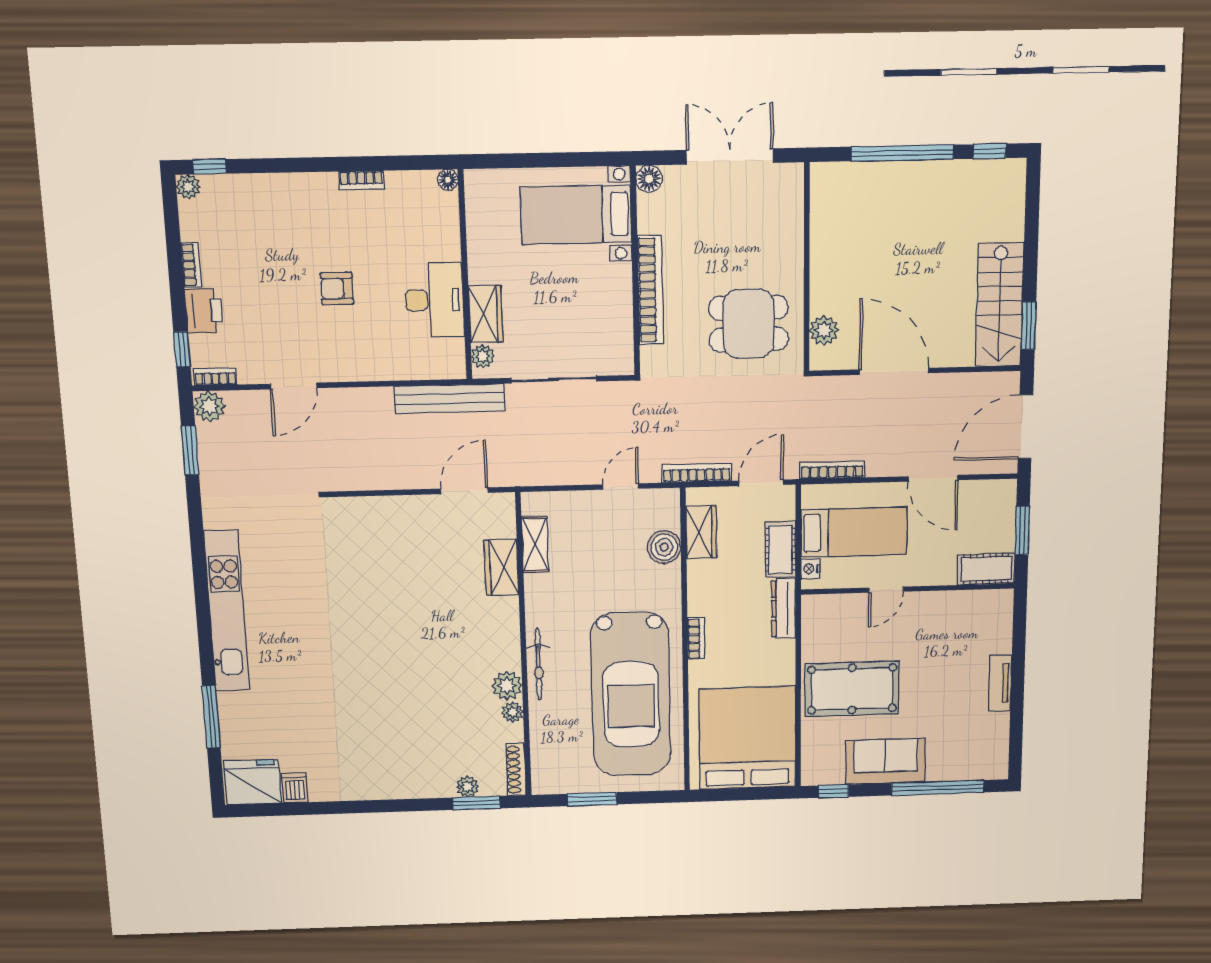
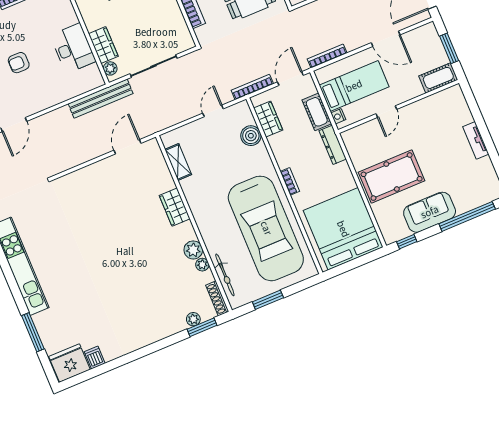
wardrobe: (501, 568) -> (175, 207), moved
bicycle: (539, 664) -> (225, 275), moved

